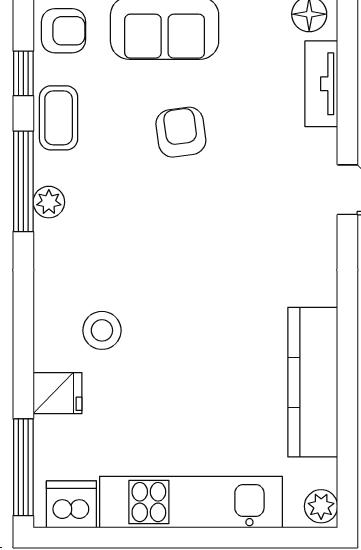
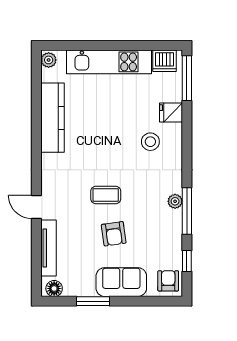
armchair: (64, 31) -> (168, 281), turned 90
tv unit: (321, 84) -> (49, 248), width x1.41
coffee table: (59, 118) -> (106, 195), moved, turned 90

